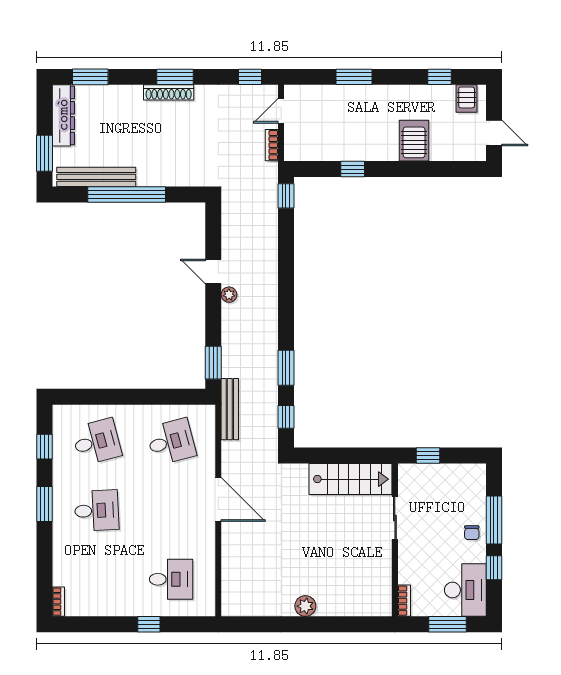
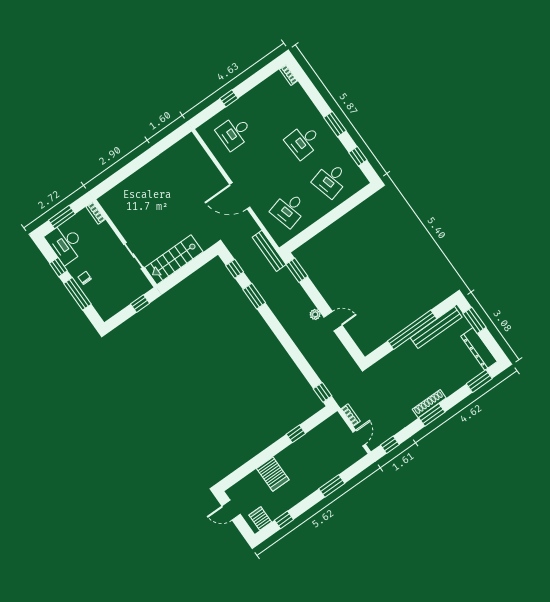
plant: (305, 606) -> (149, 171), removed

